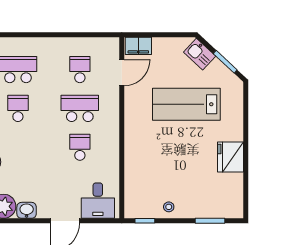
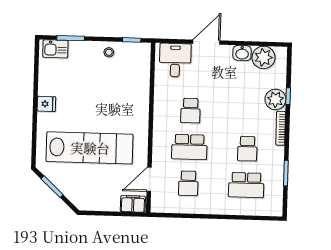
kitchen sink: (200, 54) -> (55, 49), moved, turned 137
lab bench: (186, 104) -> (90, 148), width x1.36
fridge: (231, 157) -> (46, 104), width x0.53, depth x0.75

